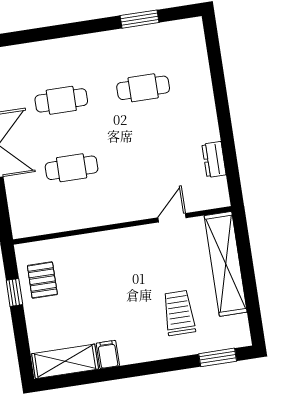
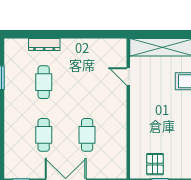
dresser: (214, 159) -> (44, 44), moved, width x1.44
pallet: (42, 280) -> (155, 164), turned 90

